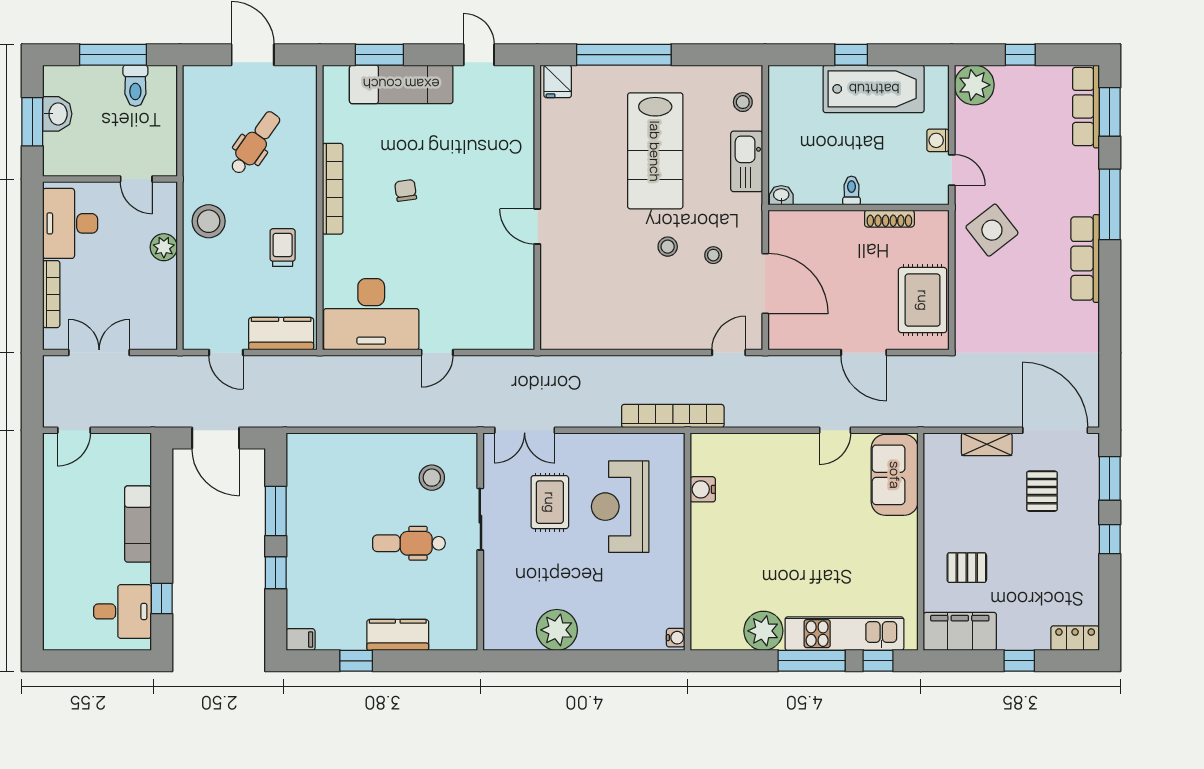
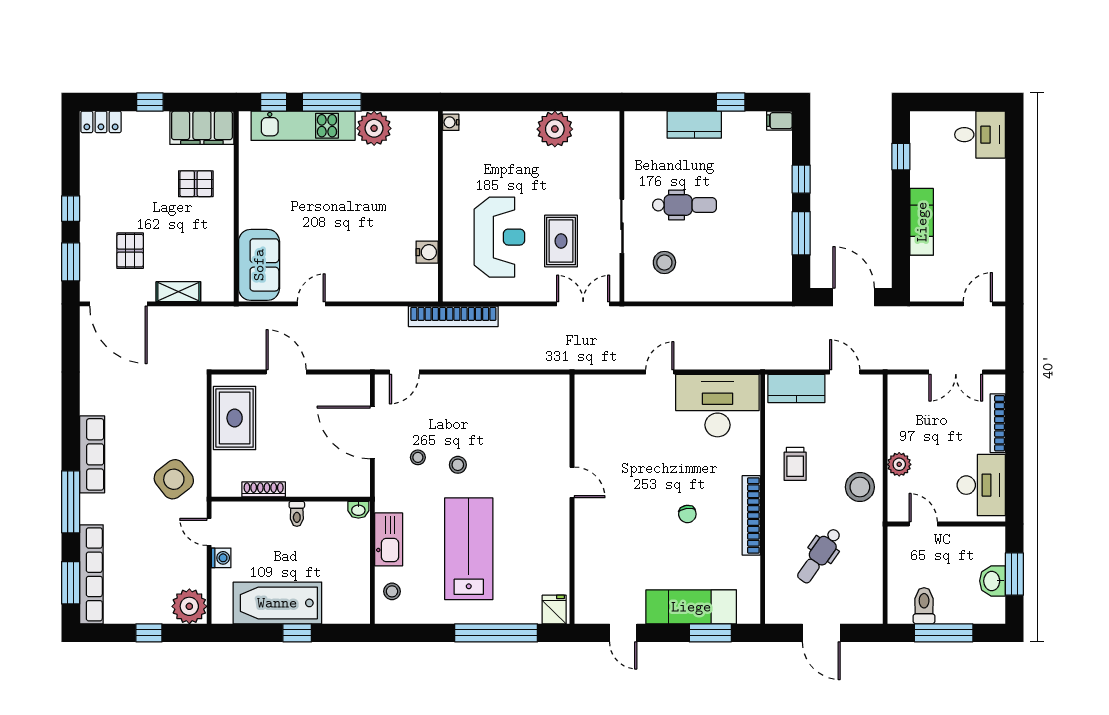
row of seats: (1086, 106) -> (91, 574), width x1.36
desk: (122, 611) -> (980, 135), moved, turned 180

